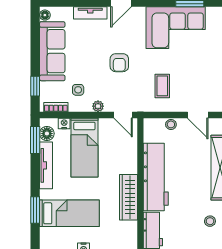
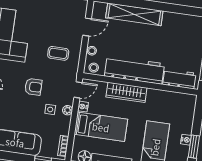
side table: (78, 90) -> (50, 109), moved
nightstand: (64, 123) -> (83, 107), moved
wardrobe: (128, 197) -> (126, 92), moved
stool: (210, 221) -> (94, 68), moved

